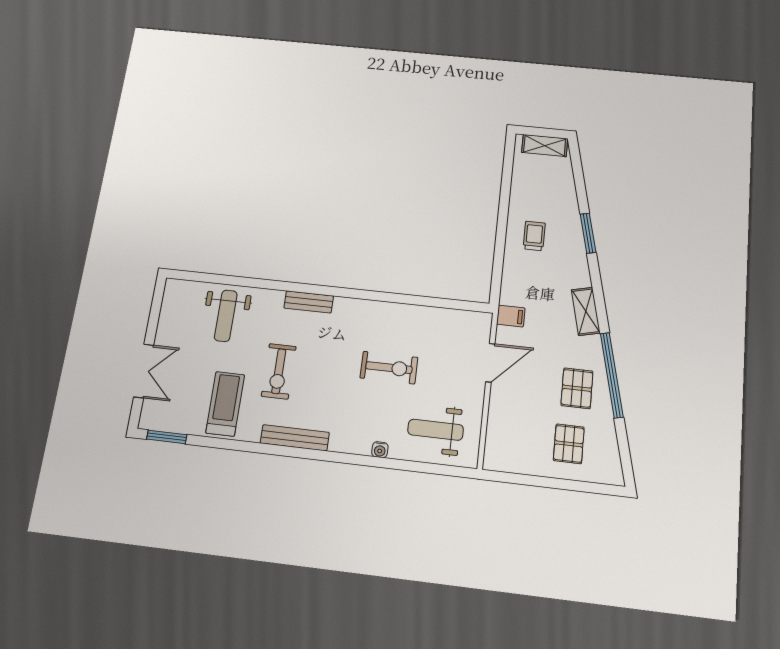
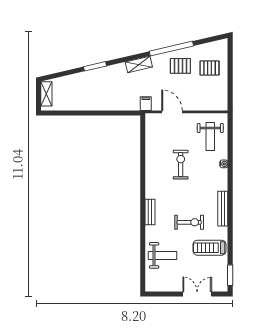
trolley: (534, 236) -> (100, 95), removed

